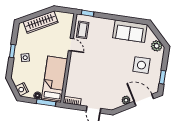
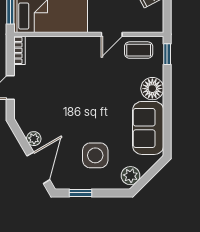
floor lamp: (107, 25) -> (152, 89), added

